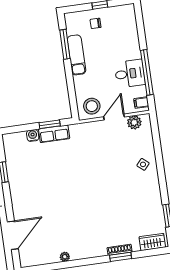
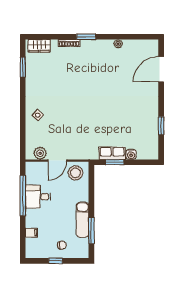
filing cabinet: (141, 103) -> (32, 233), moved
window: (121, 257) -> (86, 37), moved

